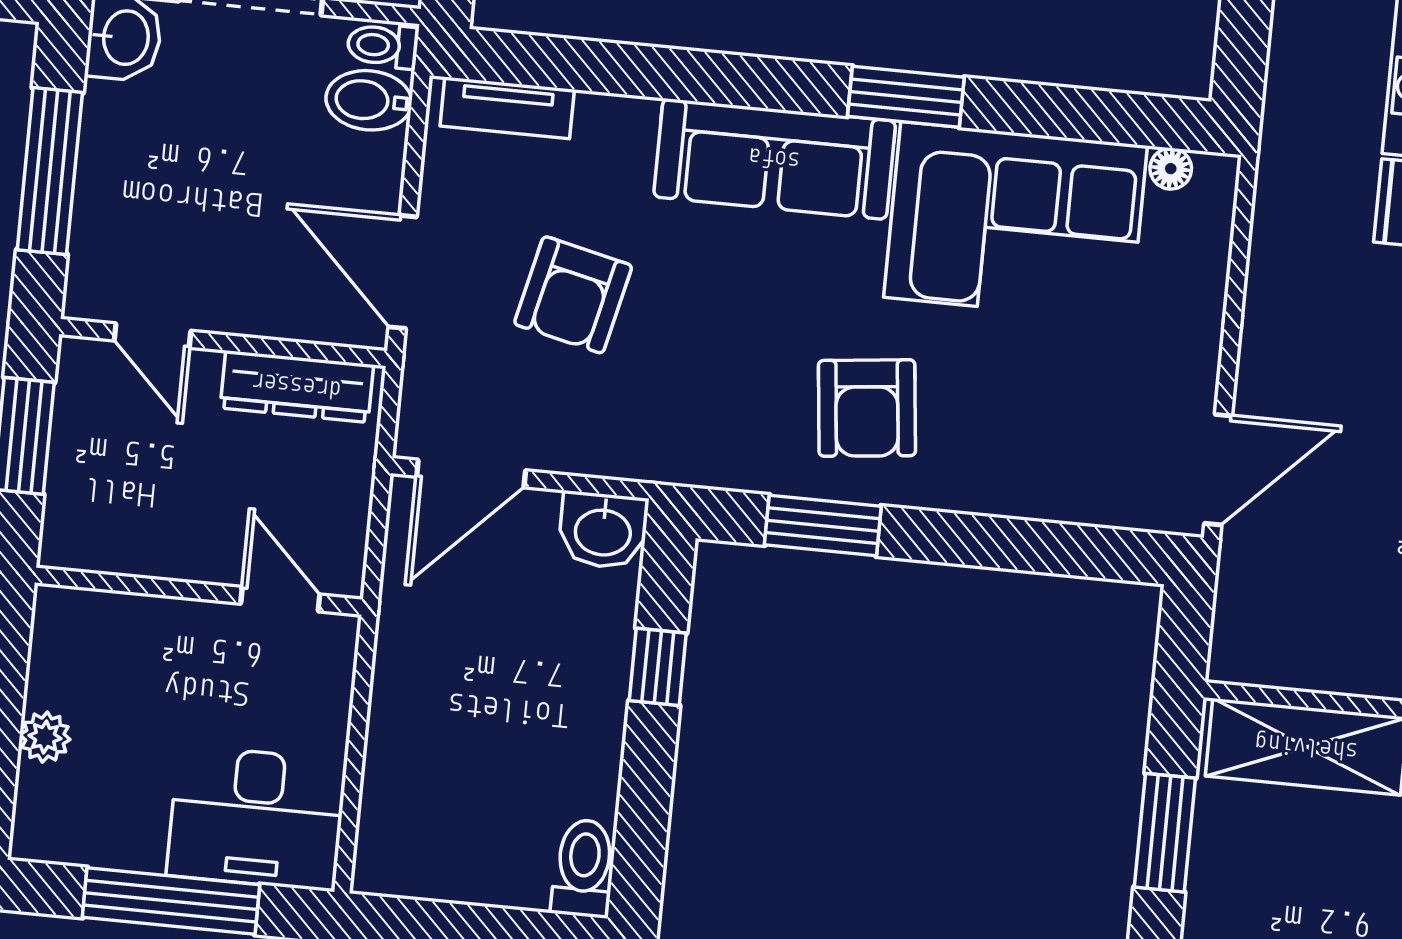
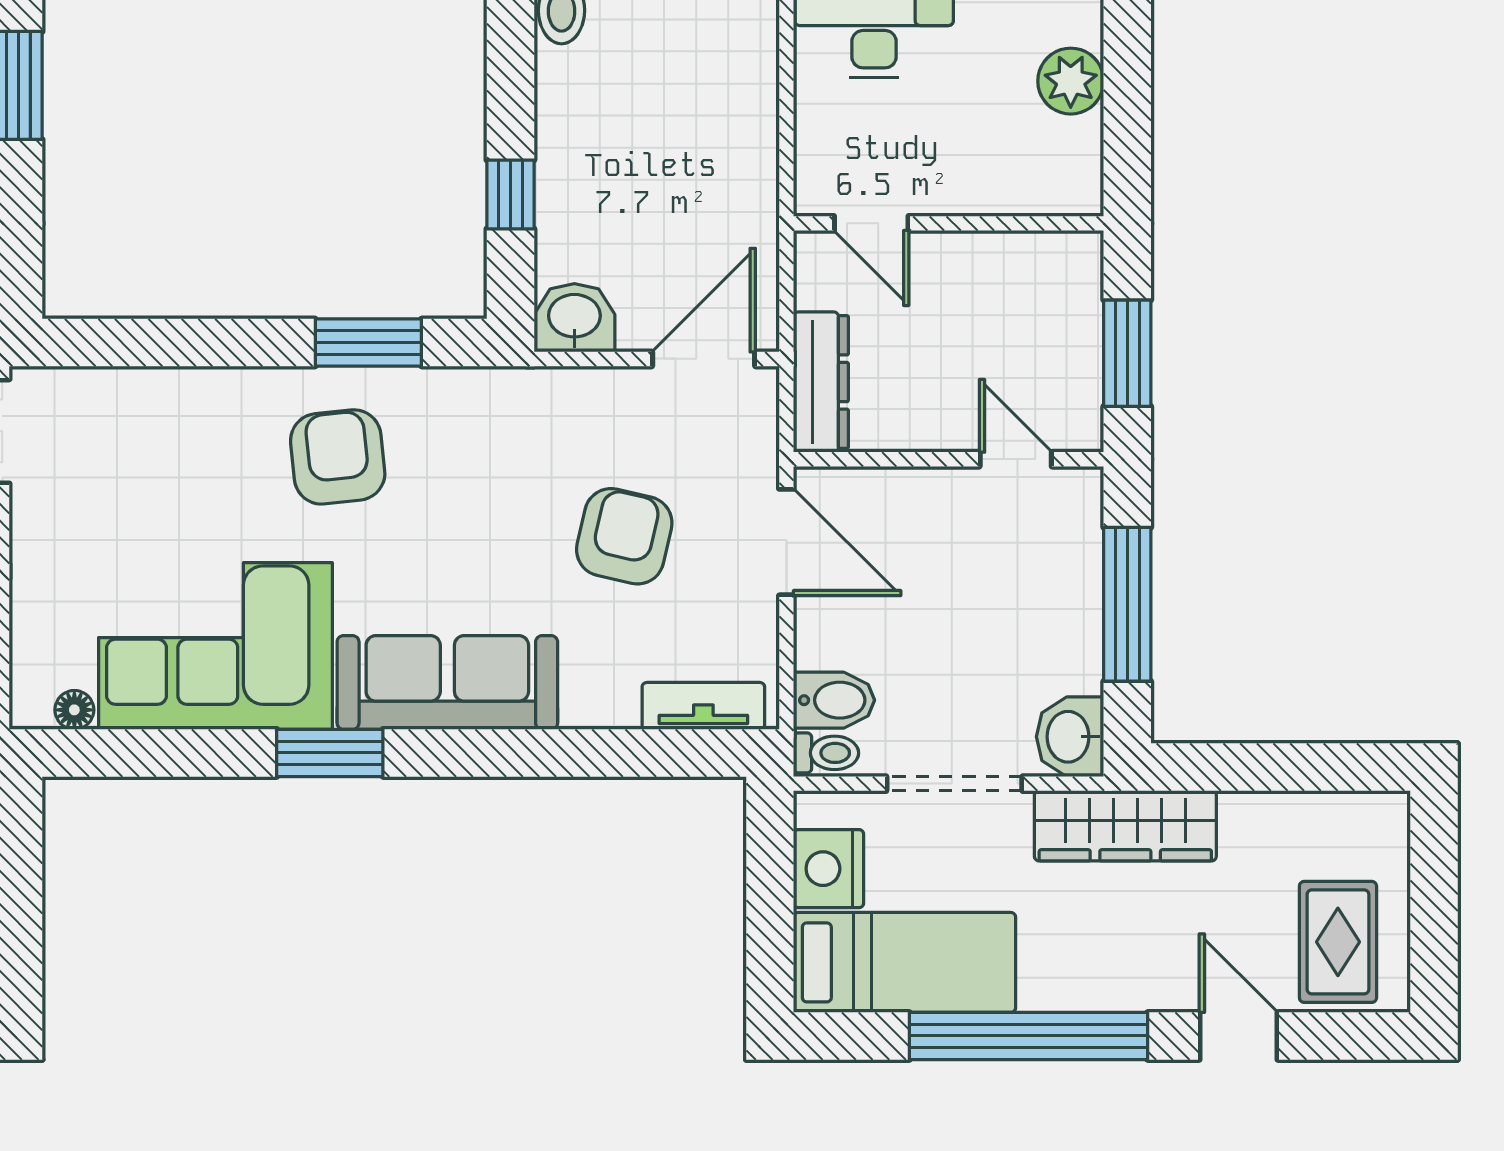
dresser: (297, 386) -> (821, 382), moved, turned 90
plant: (45, 737) -> (1071, 81), width x1.38, depth x1.38

